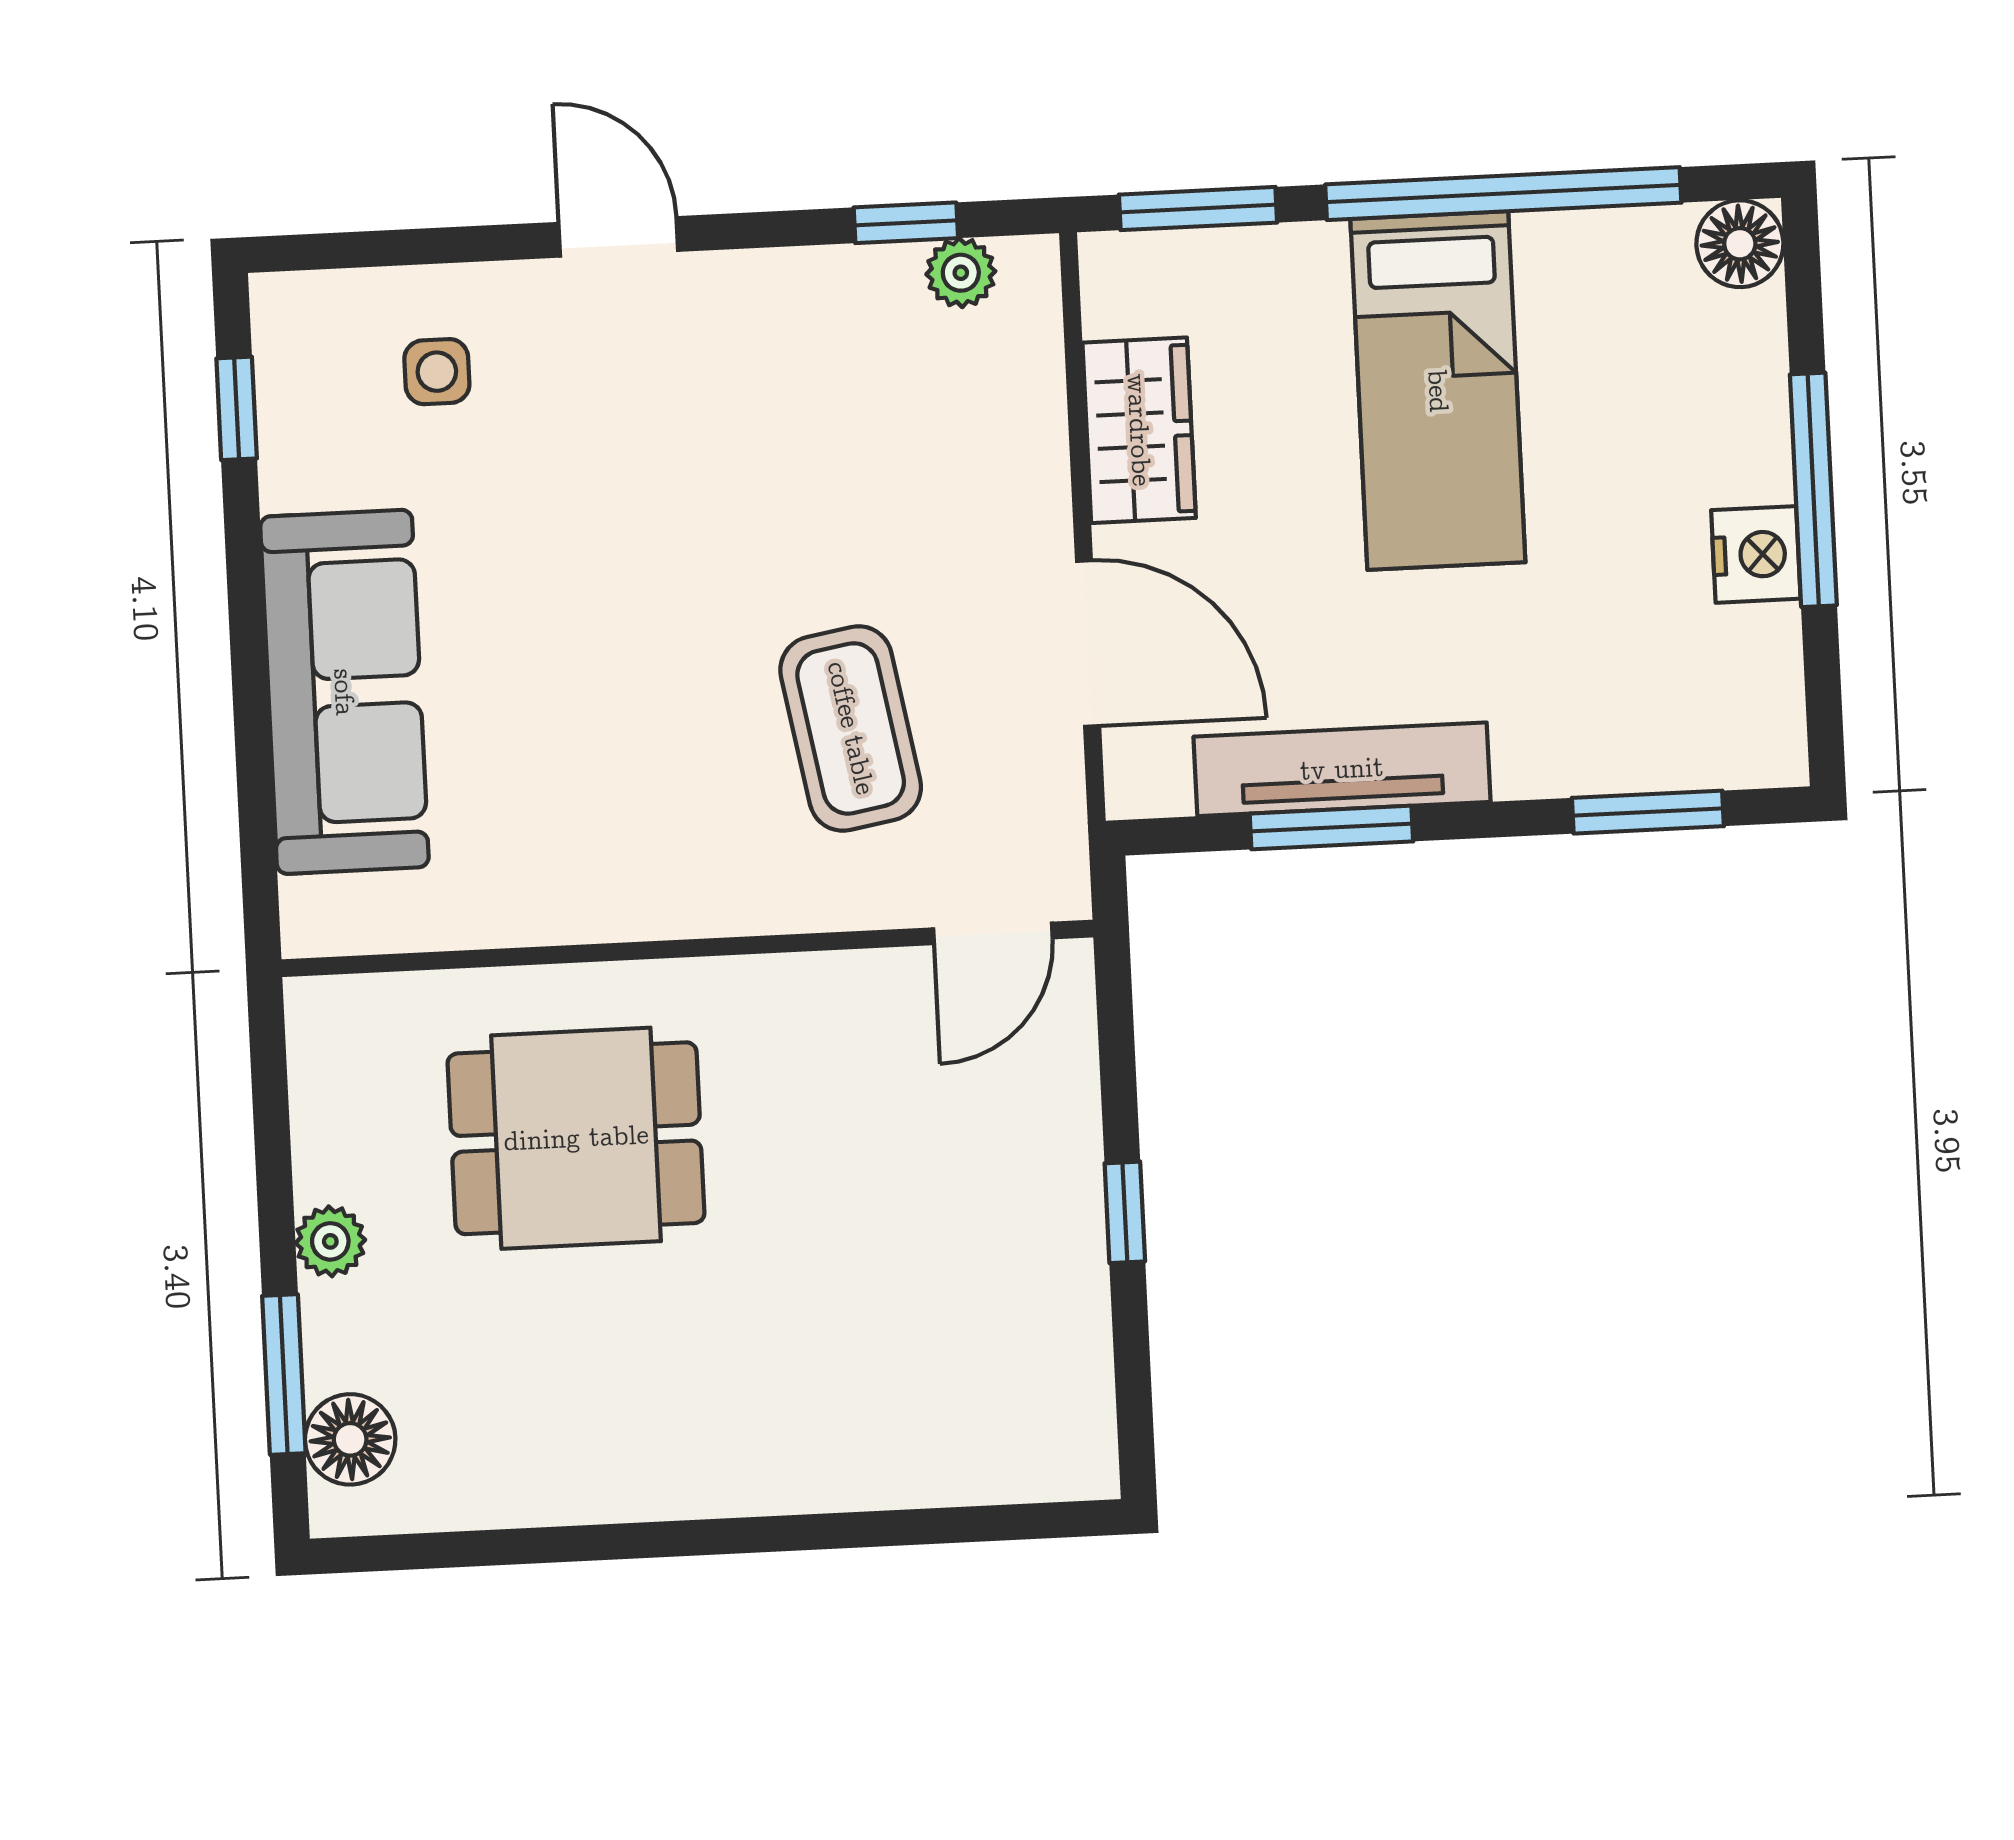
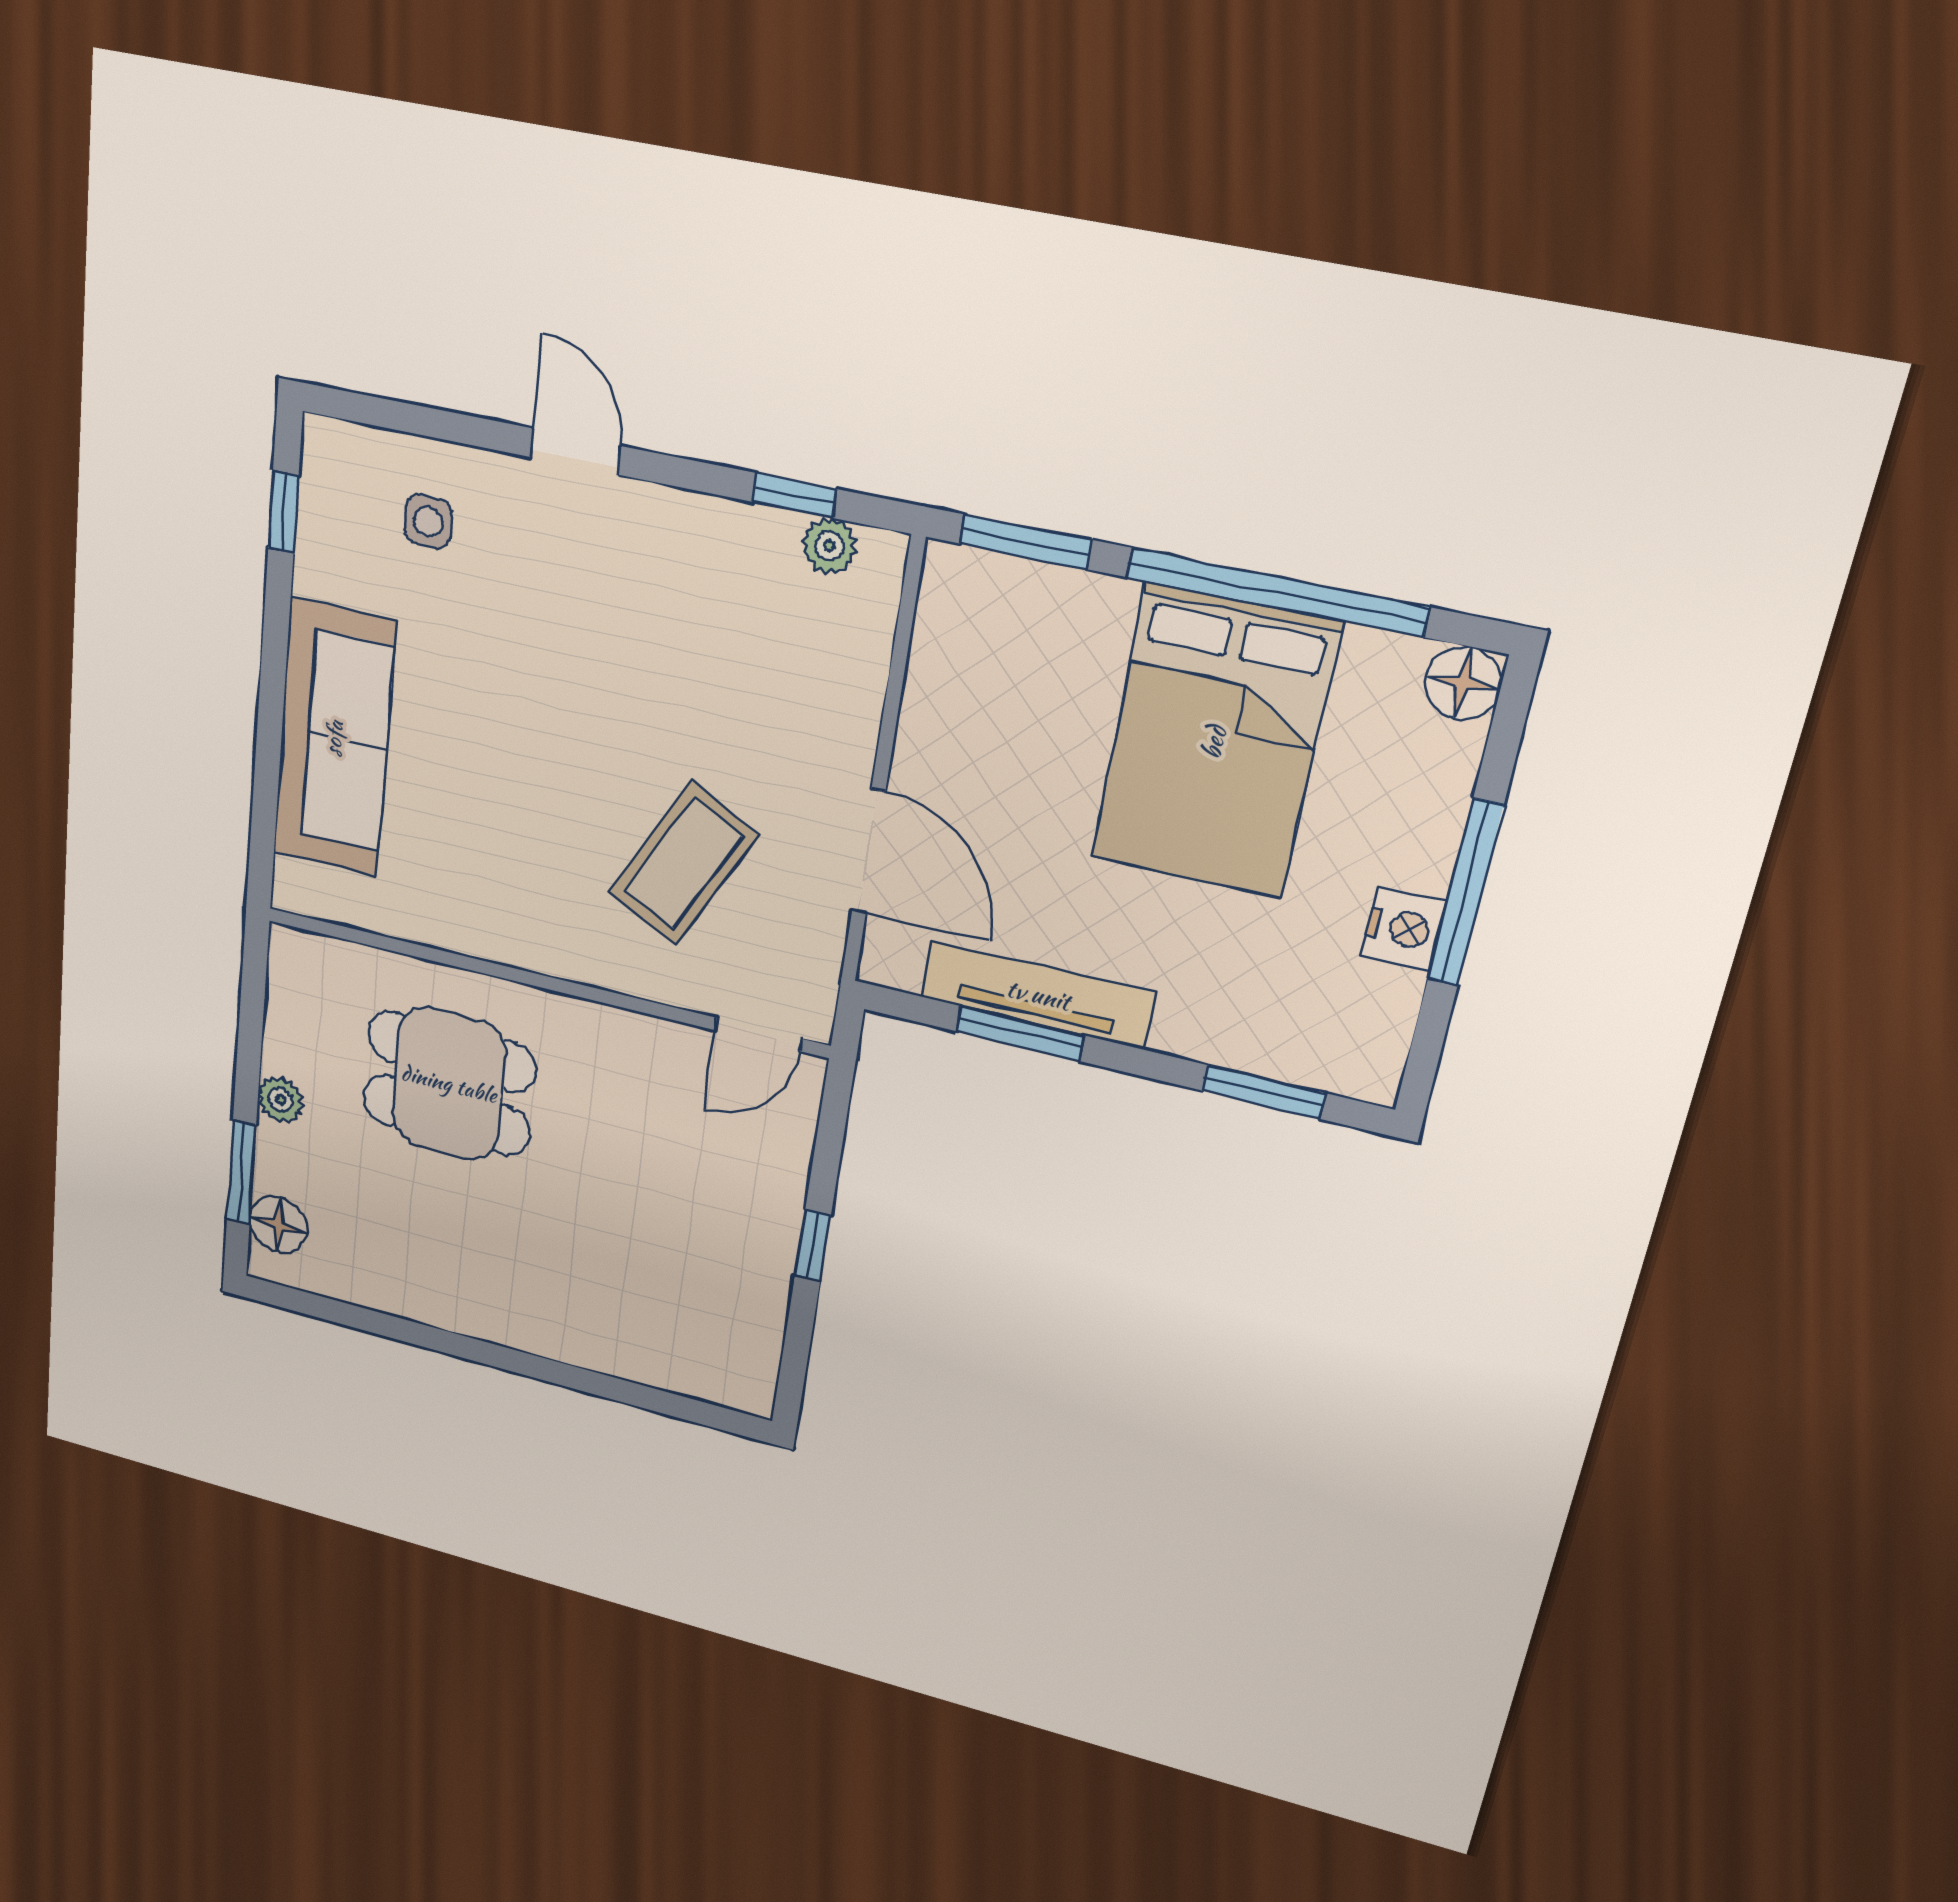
bed: (1438, 391) -> (1214, 742), width x1.50
wardrobe: (1139, 430) -> (941, 704), removed
coffee table: (851, 728) -> (684, 864), turned 38

